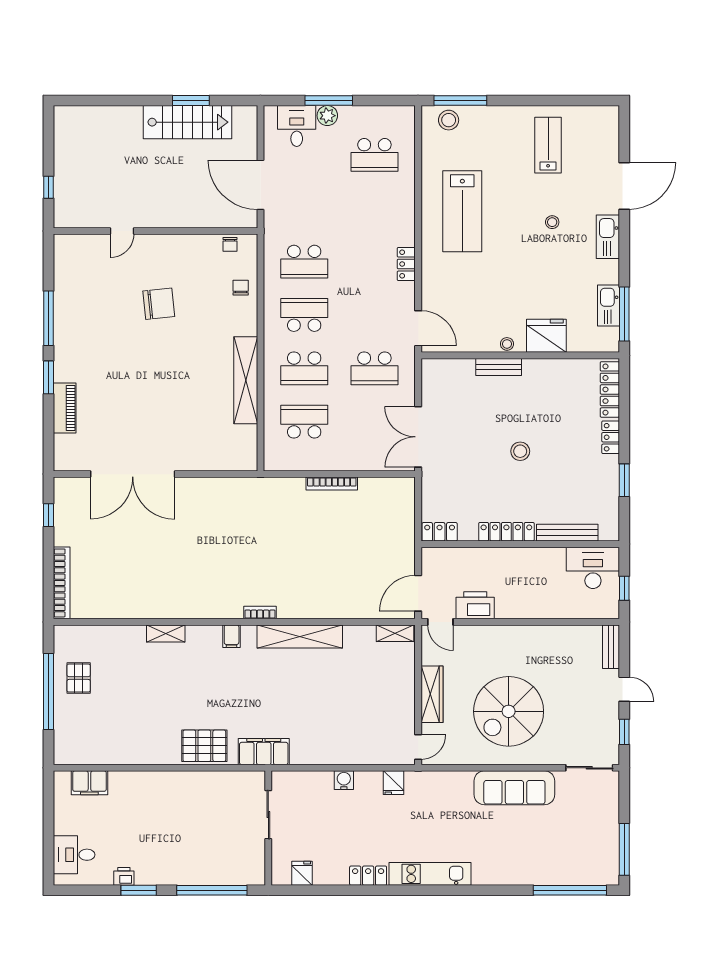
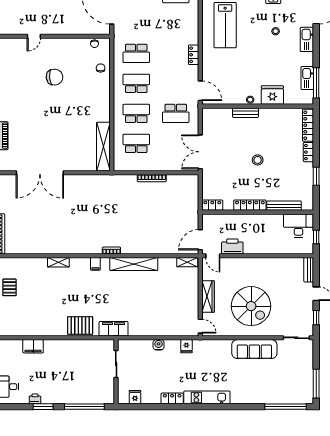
school desk: (304, 368) -> (136, 113), turned 180
shelving: (246, 380) -> (103, 147), moved
spiral stairs: (509, 711) -> (251, 306), turned -90
door: (418, 747) -> (200, 326), hinge flipped
filing cabinet: (89, 783) -> (33, 346), moved

